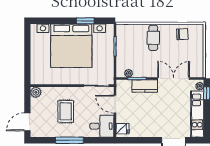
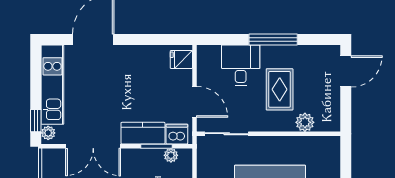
dishwasher: (125, 86) -> (177, 134), added
plant: (36, 92) -> (305, 122), moved
desk: (102, 126) -> (241, 65), moved, turned 90

